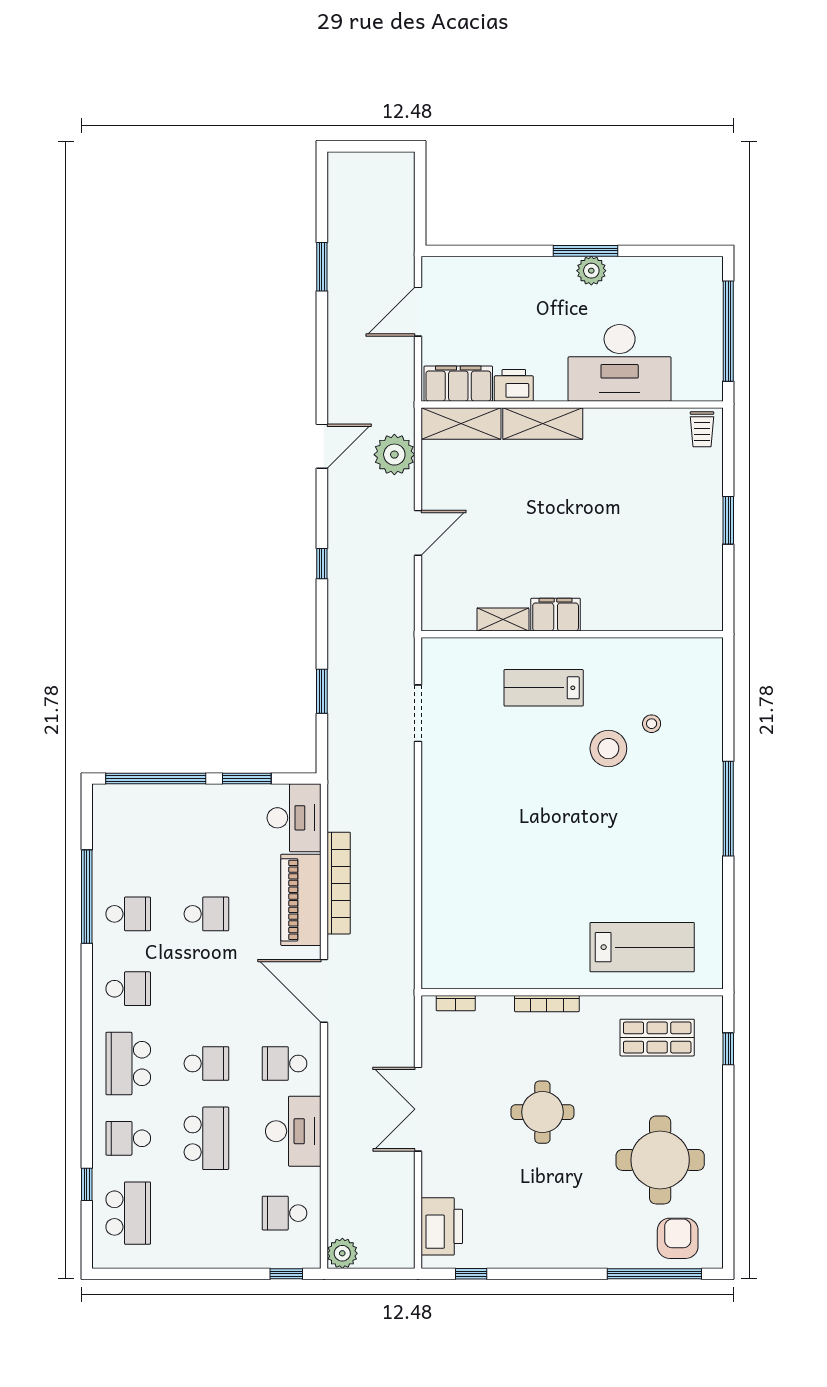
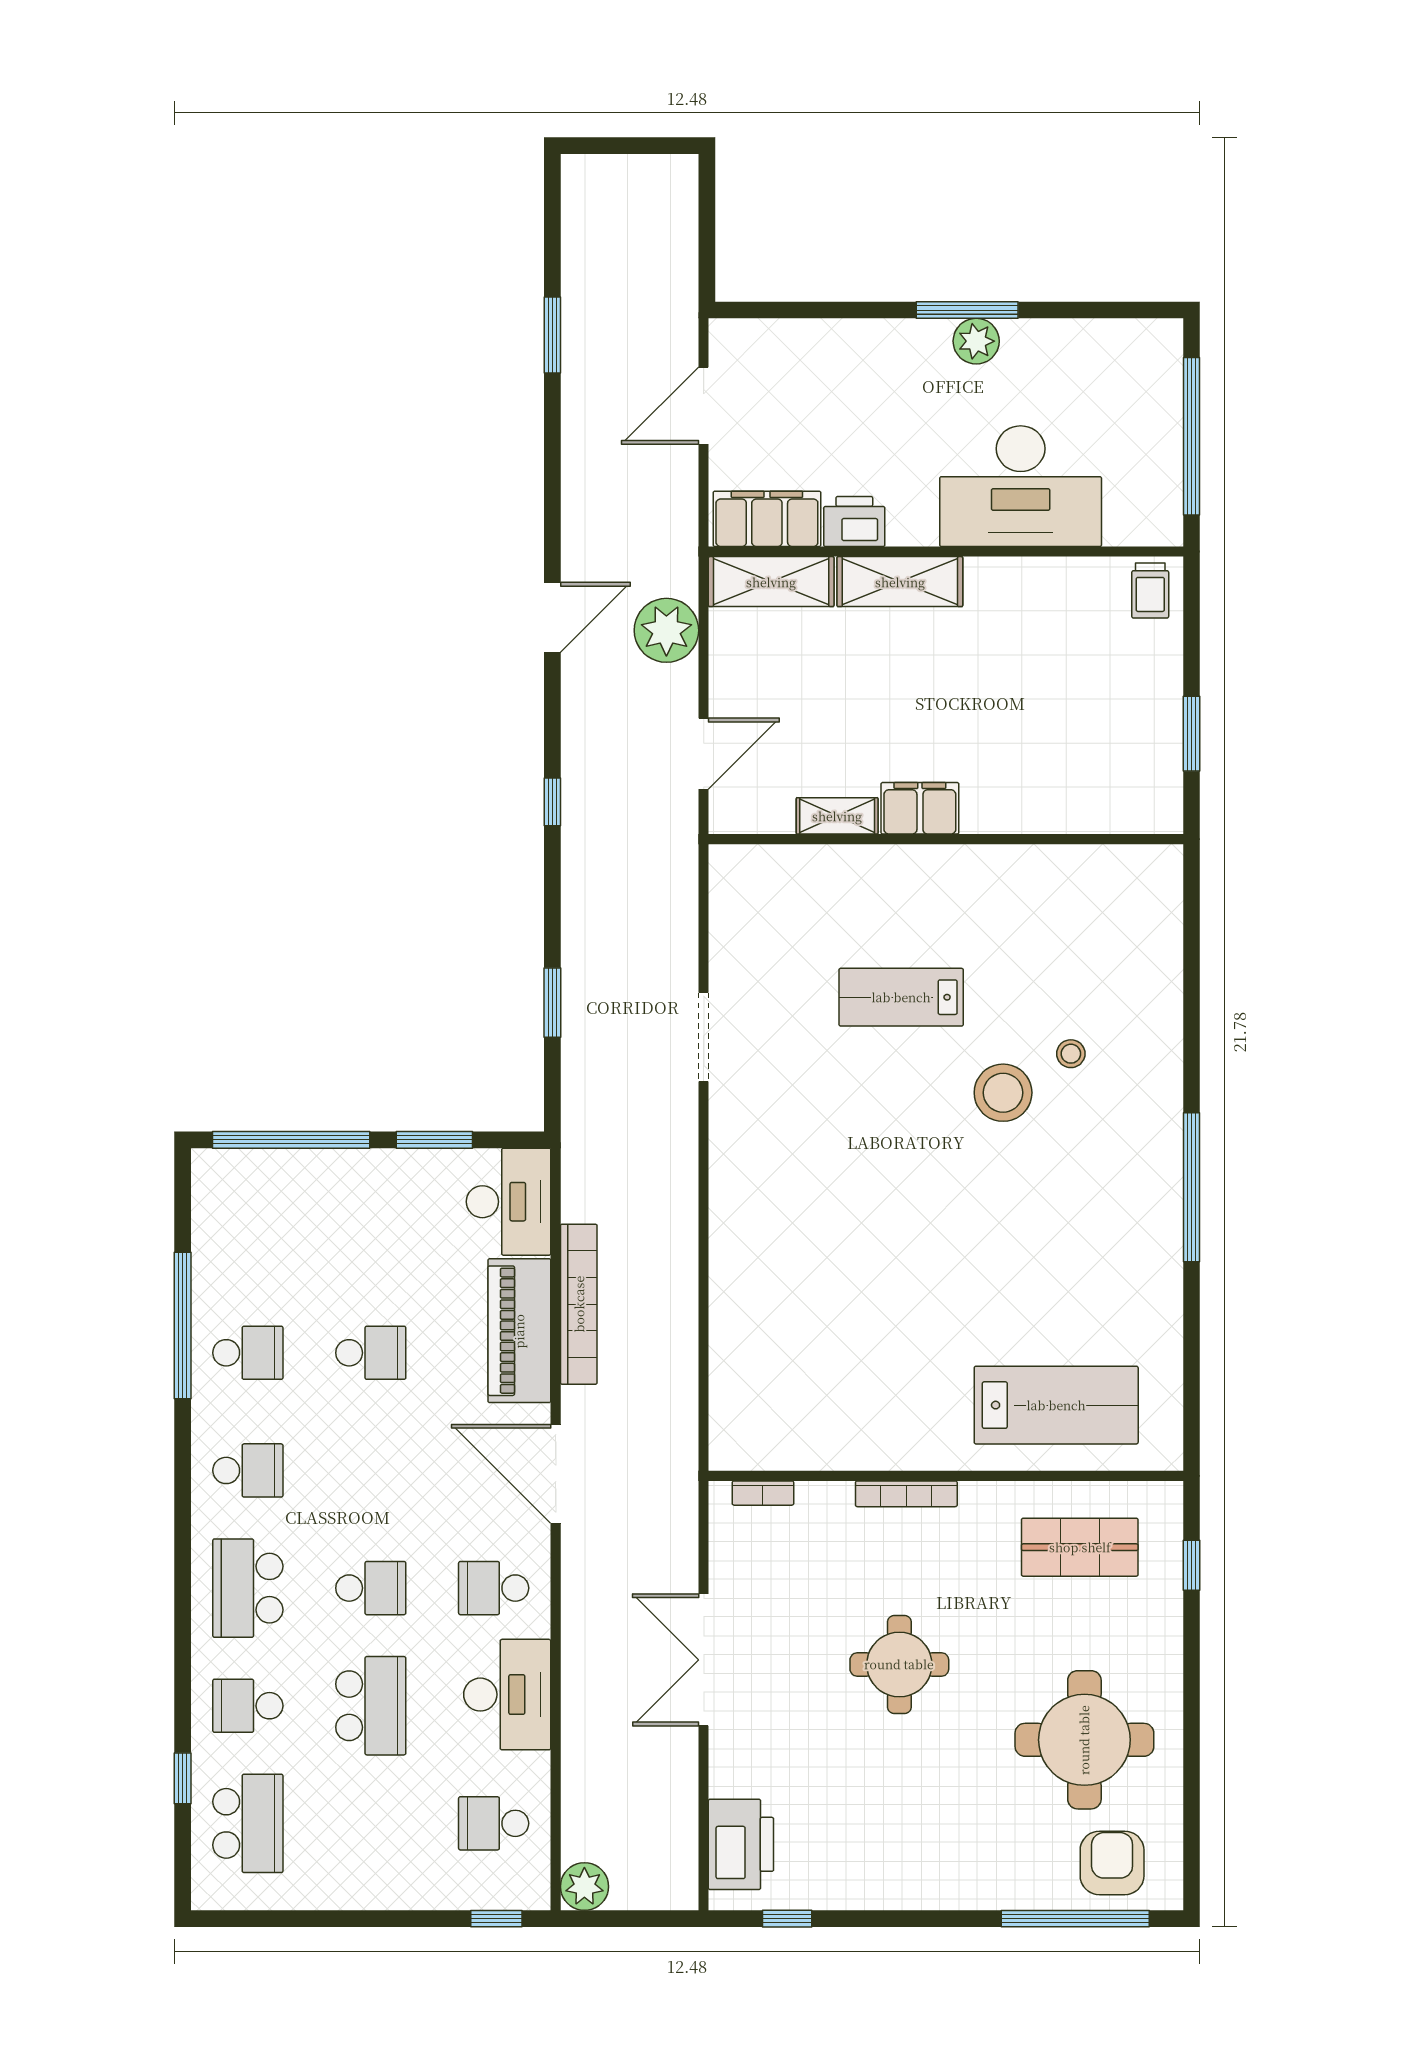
filing cabinet: (556, 615) -> (920, 808), moved
shelving: (503, 620) -> (837, 816), moved
wall: (572, 634) -> (946, 839), moved

